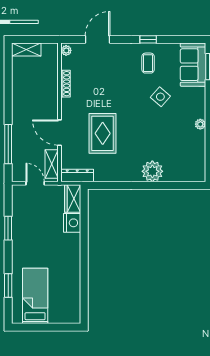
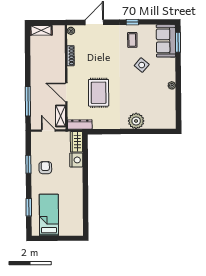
armchair: (31, 233) -> (45, 168), added

